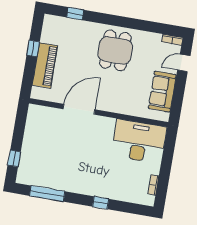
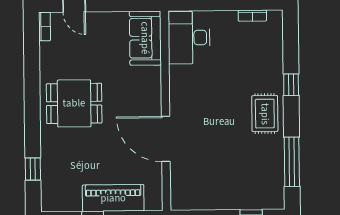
sofa: (162, 92) -> (145, 38), moved, turned 90
desk: (139, 141) -> (189, 38), width x0.73, depth x0.77
rug: (84, 181) -> (265, 114), added

